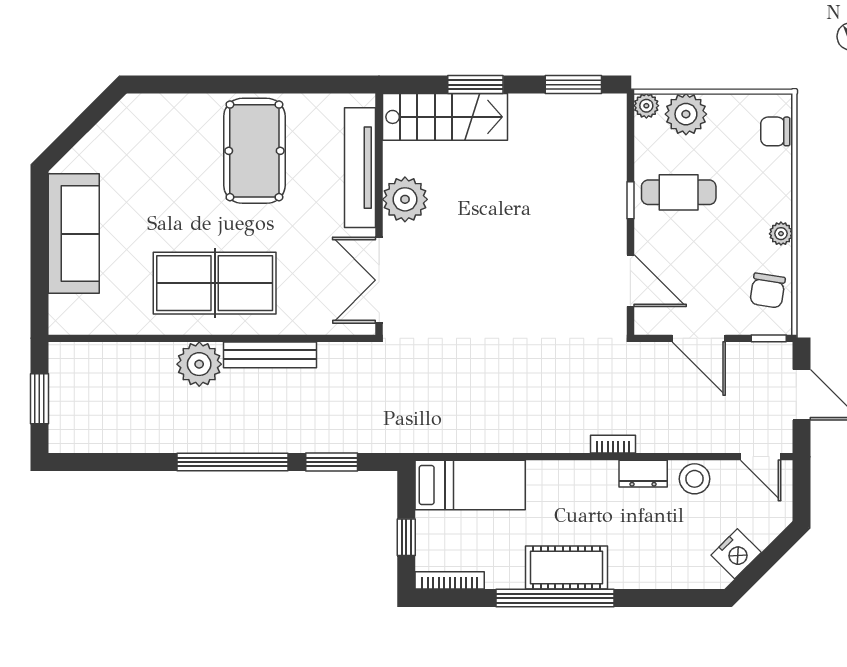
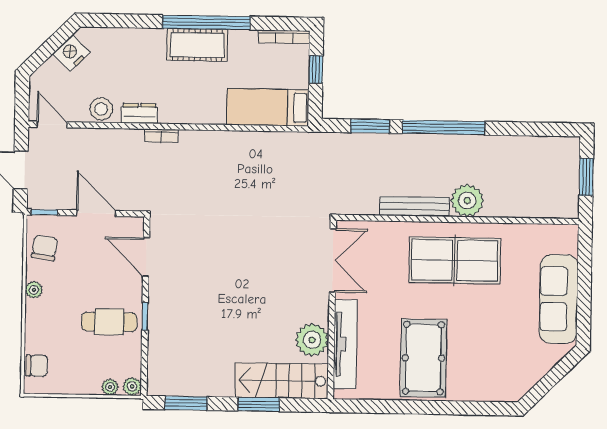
plant: (686, 114) -> (110, 387), width x0.53, depth x0.53
plant: (405, 199) -> (312, 340), moved

